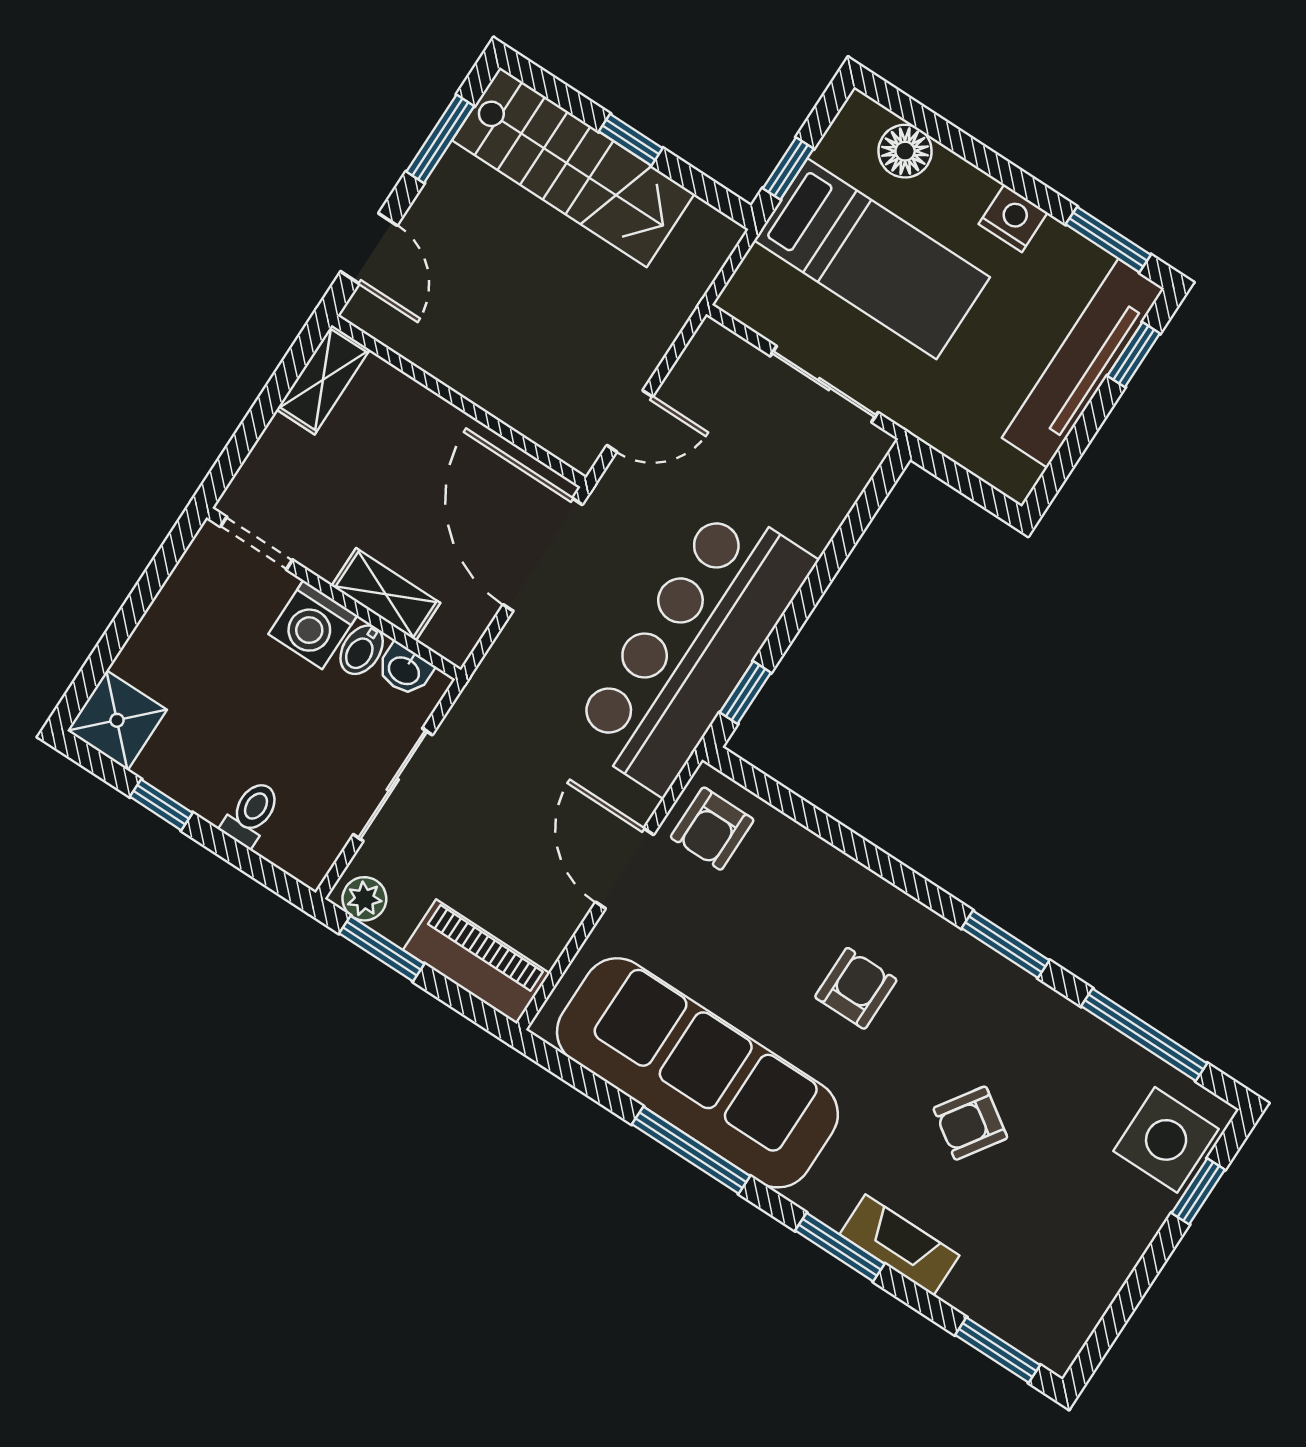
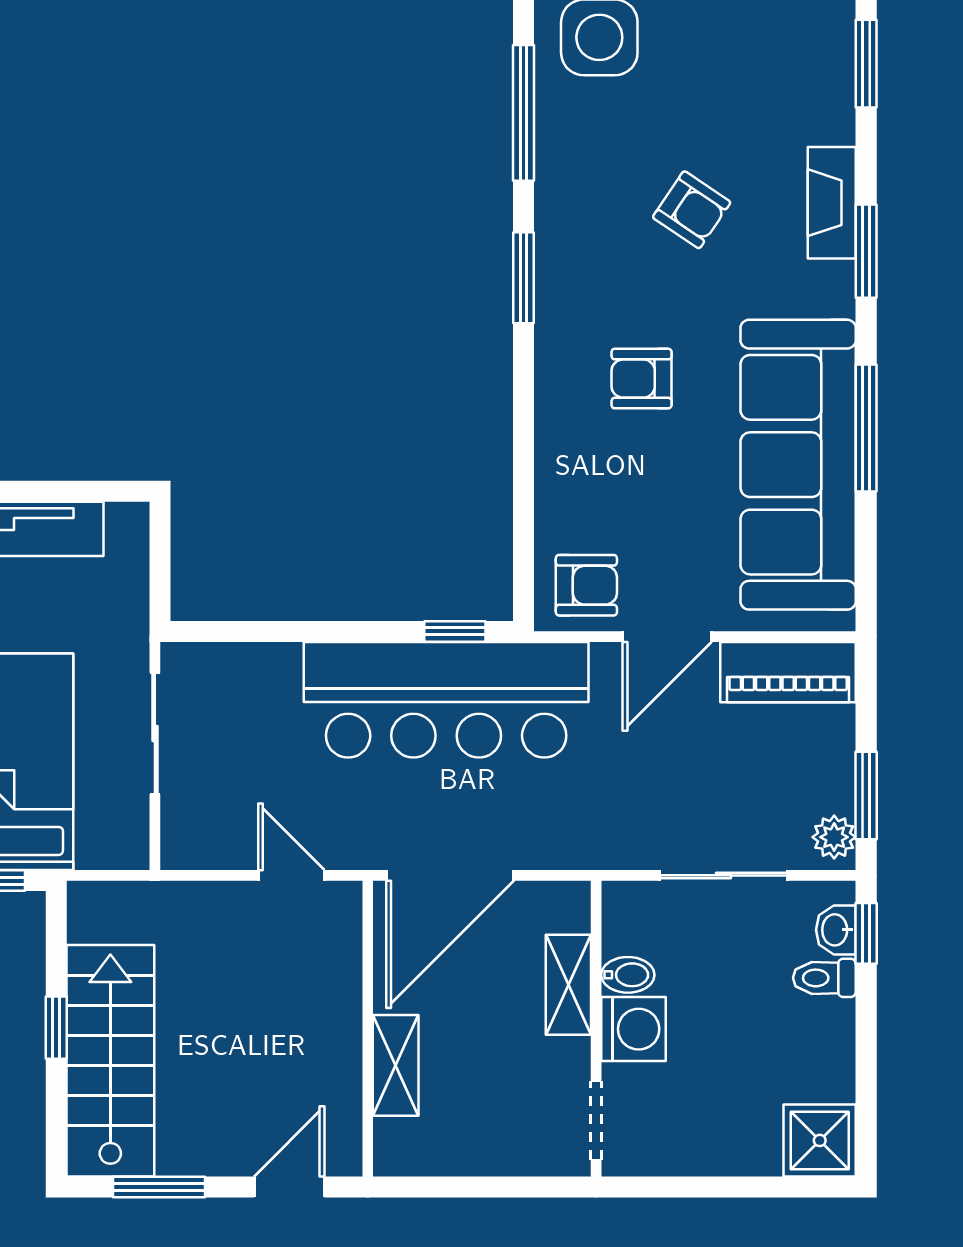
shelving: (323, 380) -> (396, 1065), moved, turned 90
washbasin: (405, 670) -> (836, 930), moved, turned 180
window: (161, 805) -> (866, 933), moved
piano: (476, 962) -> (788, 672), moved, turned -90

